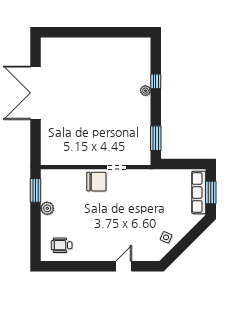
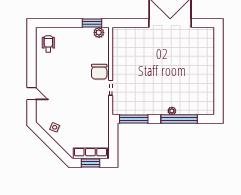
window: (156, 81) -> (179, 119), width x3.17
window: (156, 138) -> (134, 119), width x1.44
plant: (47, 208) -> (99, 32), moved

